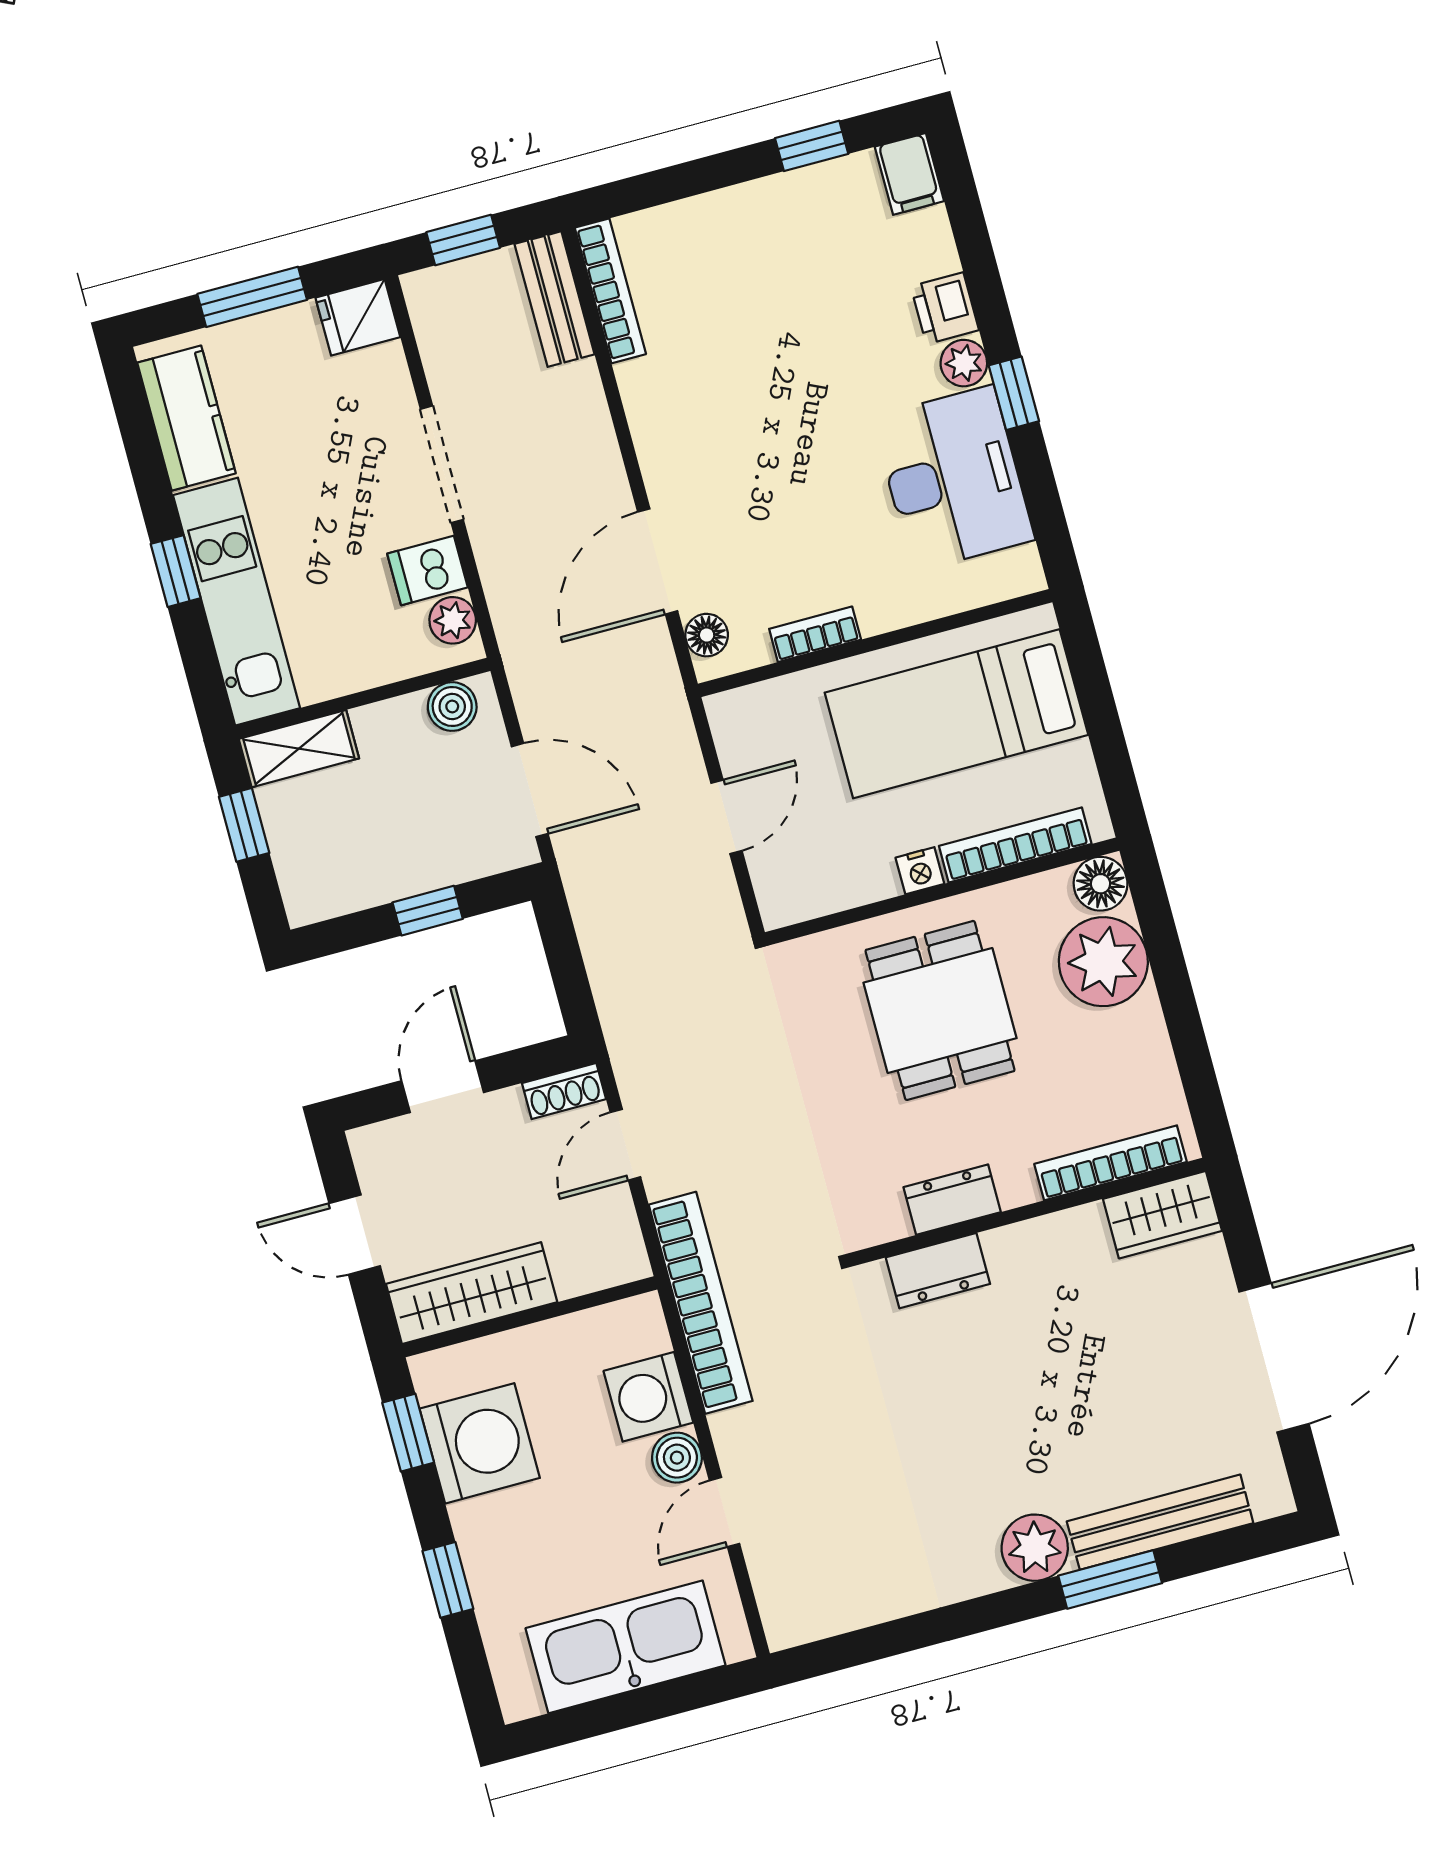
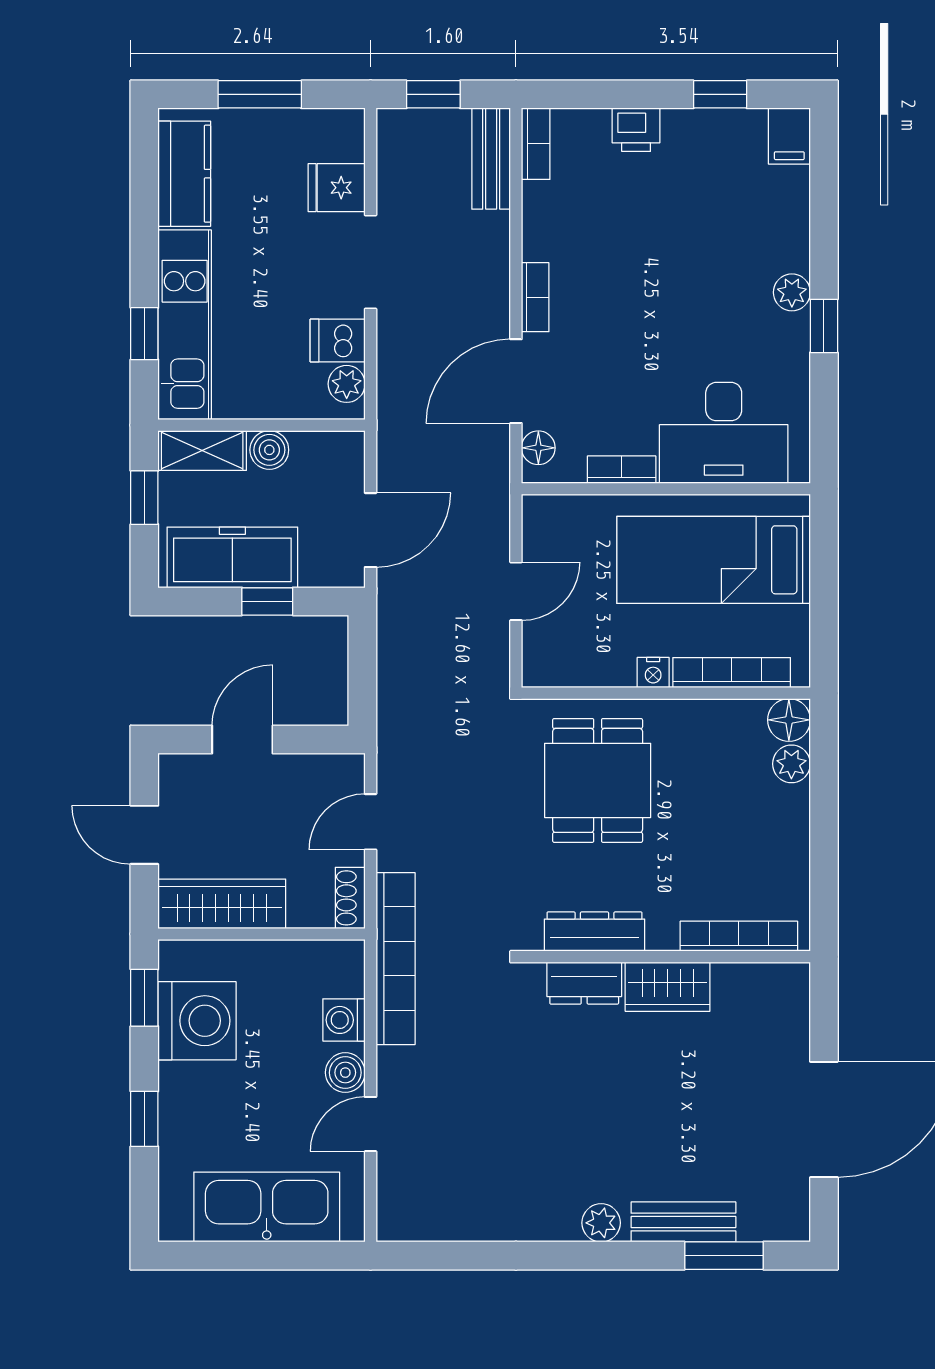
bookcase: (610, 291) -> (536, 144), width x0.64
printer: (945, 308) -> (636, 130), moved, turned -90
fridge: (358, 317) -> (337, 188), moved
bookcase: (653, 453) -> (535, 297), added
desk: (953, 478) -> (724, 433), moved, turned 90
window: (176, 571) -> (144, 334), moved
boiler: (452, 707) -> (269, 450), moved
door: (530, 790) -> (371, 530), hinge flipped
freezer: (371, 869) -> (232, 557), added
plant: (1103, 962) -> (791, 764), width x0.53, depth x0.53
dining table: (940, 1010) -> (598, 780), moved
shoe rack: (564, 1091) -> (350, 898), moved, turned 90
dresser: (952, 1200) -> (595, 932), width x1.44
wardrobe: (1162, 1215) -> (668, 987), moved
washing machine: (648, 1397) -> (344, 1020), width x0.73, depth x0.73
bench: (1160, 1522) -> (683, 1222), width x0.73
plant: (1035, 1548) -> (601, 1223), width x0.73, depth x0.73
window: (1110, 1579) -> (724, 1256), moved

